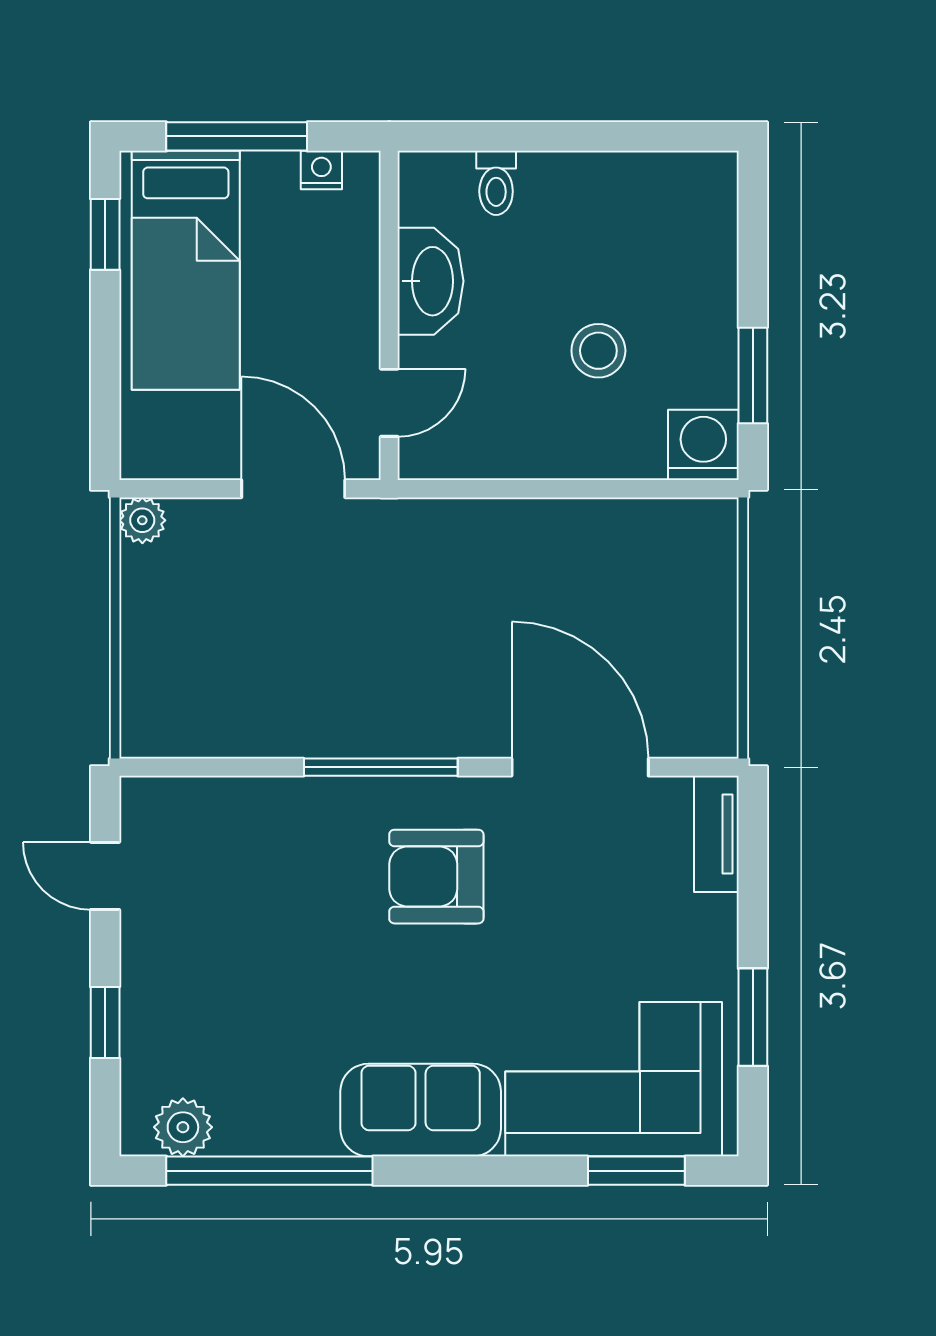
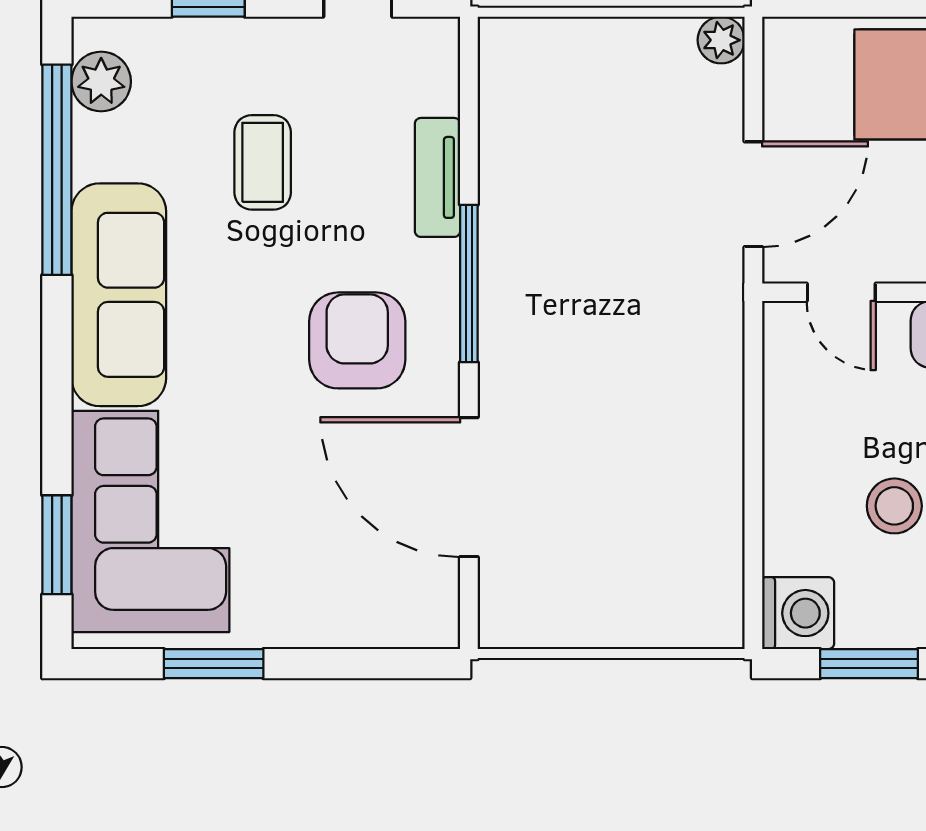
door: (580, 767) -> (469, 487), swing flipped
tv unit: (716, 834) -> (438, 177), moved, turned -90
coffee table: (262, 969) -> (263, 162), added
sofa: (421, 1110) -> (119, 295), width x1.36

